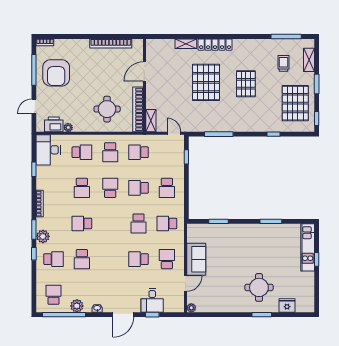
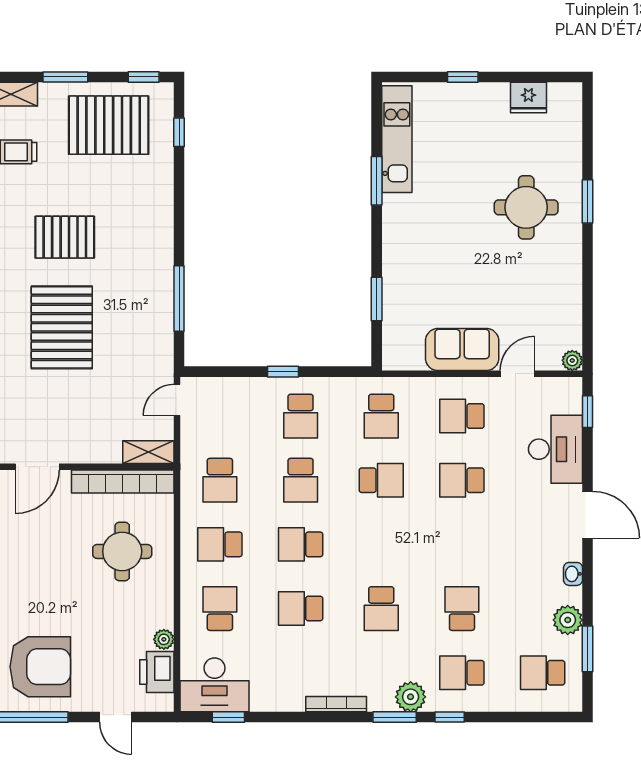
door: (144, 72) -> (37, 467), hinge flipped
pallet: (206, 82) -> (62, 327), turned 90
window: (273, 134) -> (179, 132), moved
school desk: (110, 152) -> (220, 544), turned 180
window: (186, 157) -> (283, 372), moved
window: (34, 169) -> (228, 717), moved
school desk: (82, 188) -> (301, 609), turned 180
school desk: (167, 188) -> (301, 416), turned 90
kitchen unit: (308, 247) -> (397, 139), moved, turned -90
school desk: (54, 259) -> (462, 673), turned -90
school desk: (82, 259) -> (462, 609), turned -90
school desk: (139, 259) -> (462, 480), turned 90
door: (186, 284) -> (517, 374), hinge flipped
desk: (152, 300) -> (555, 449), width x1.37
fridge: (287, 306) -> (528, 97), moved, turned -90
window: (64, 315) -> (588, 649), width x0.47
window: (152, 315) -> (588, 412), moved

